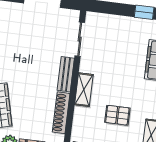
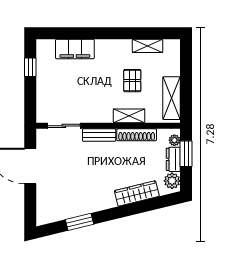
shelving: (84, 90) -> (129, 116), moved

